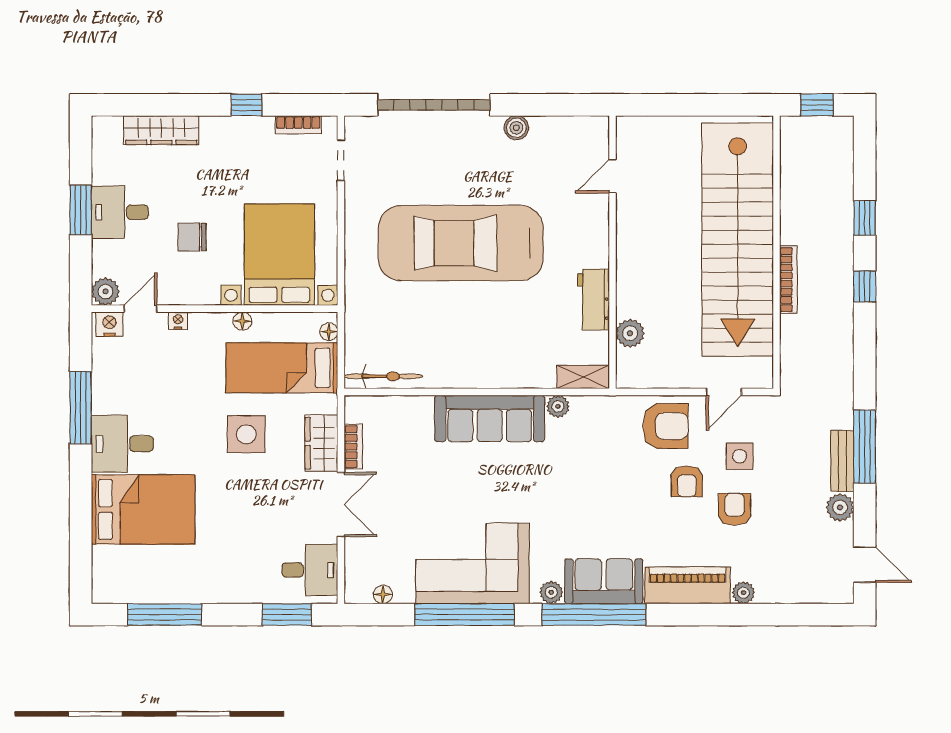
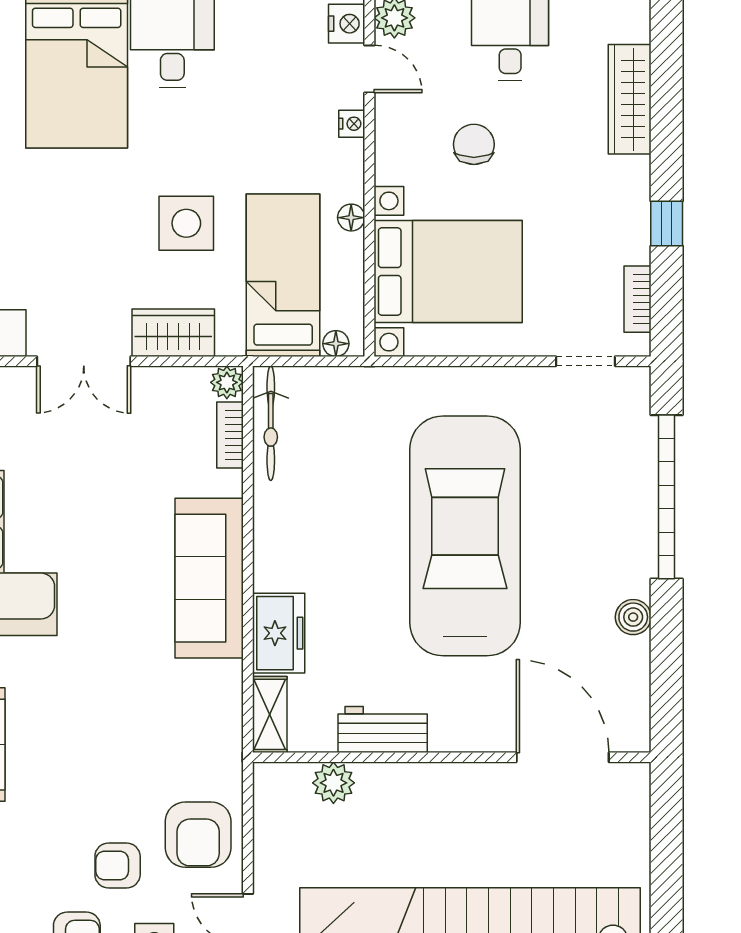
door: (612, 176) -> (563, 757), width x1.88
freezer: (527, 371) -> (279, 633), added
plant: (558, 406) -> (227, 382), moved
bookcase: (353, 447) -> (230, 435), moved, turned 90

